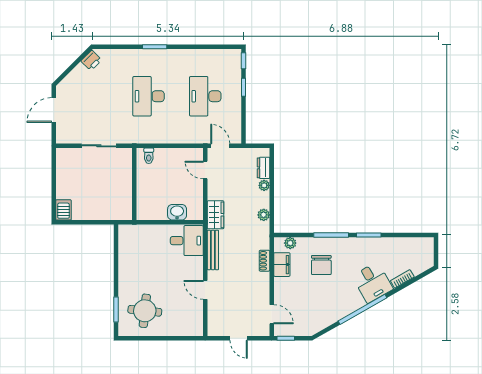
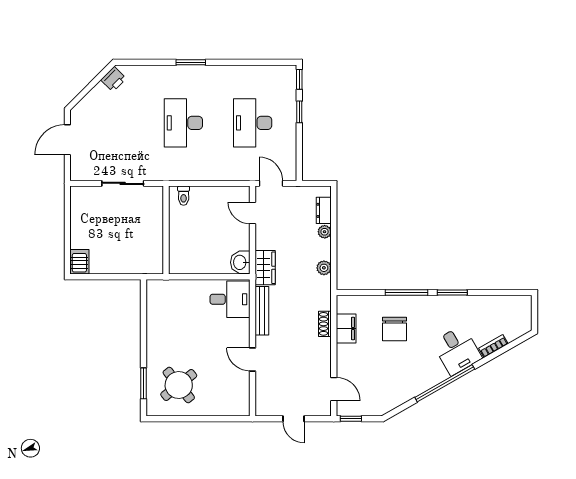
washbasin: (177, 212) -> (240, 262), moved, turned -90
plant: (290, 243) -> (356, 302), removed
round table: (145, 311) -> (179, 385), turned 45

